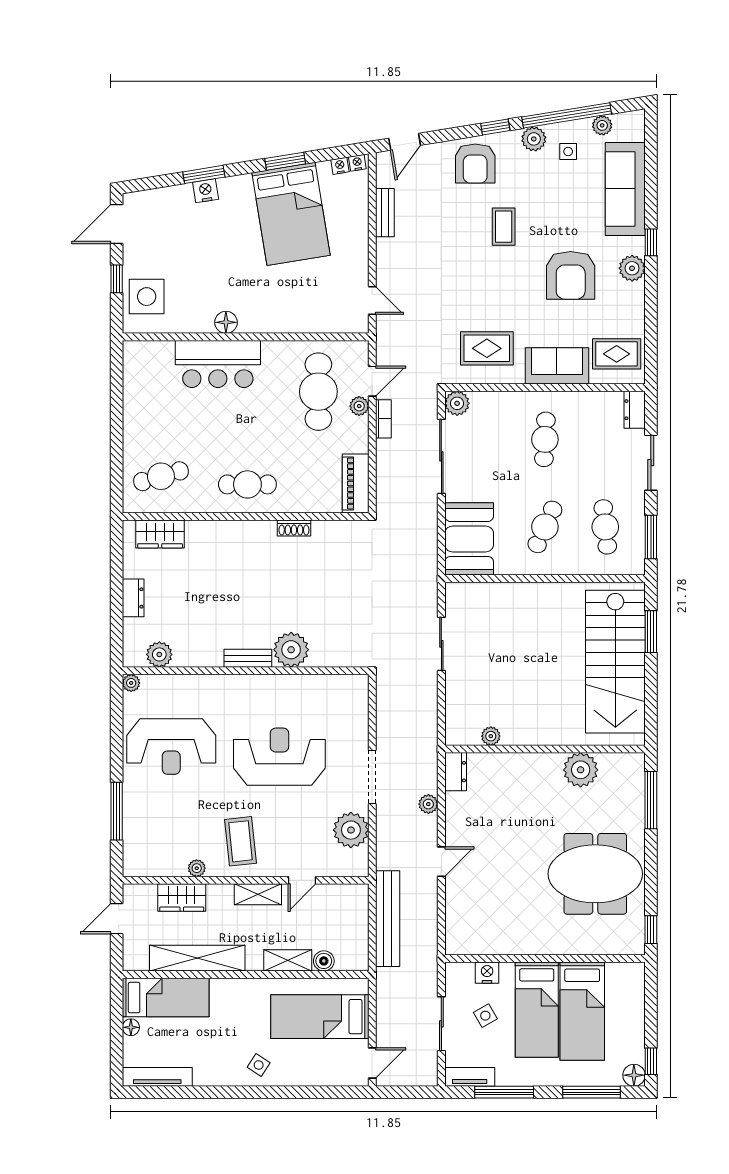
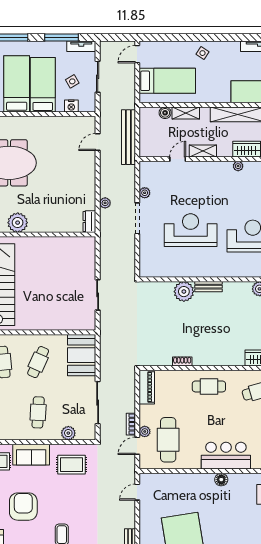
door: (372, 300) -> (137, 492), hinge flipped
plant: (457, 403) -> (68, 433), moved
plant: (491, 736) -> (69, 242), removed
reception desk: (279, 757) -> (191, 230), turned 180
plant: (351, 830) -> (145, 193), width x0.53, depth x0.53
coffee table: (241, 841) -> (213, 182), removed
door: (441, 862) -> (98, 142), moved

